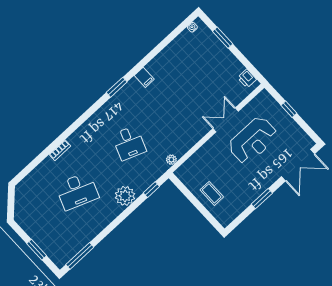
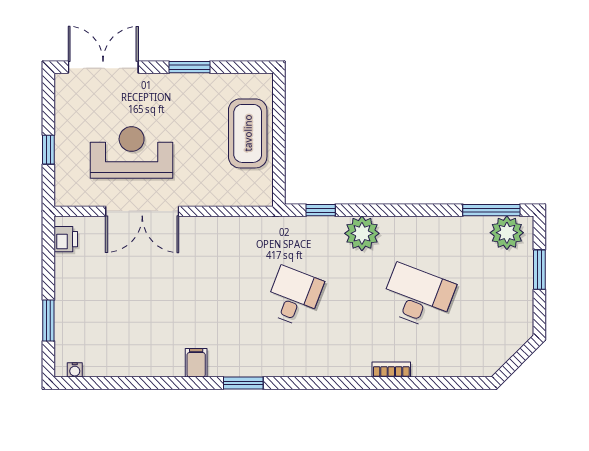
double door: (226, 120) -> (142, 211), width x1.37
plant: (171, 160) -> (507, 233), moved, width x1.88, depth x1.88
coffee table: (212, 193) -> (248, 133), width x1.86, depth x1.72

